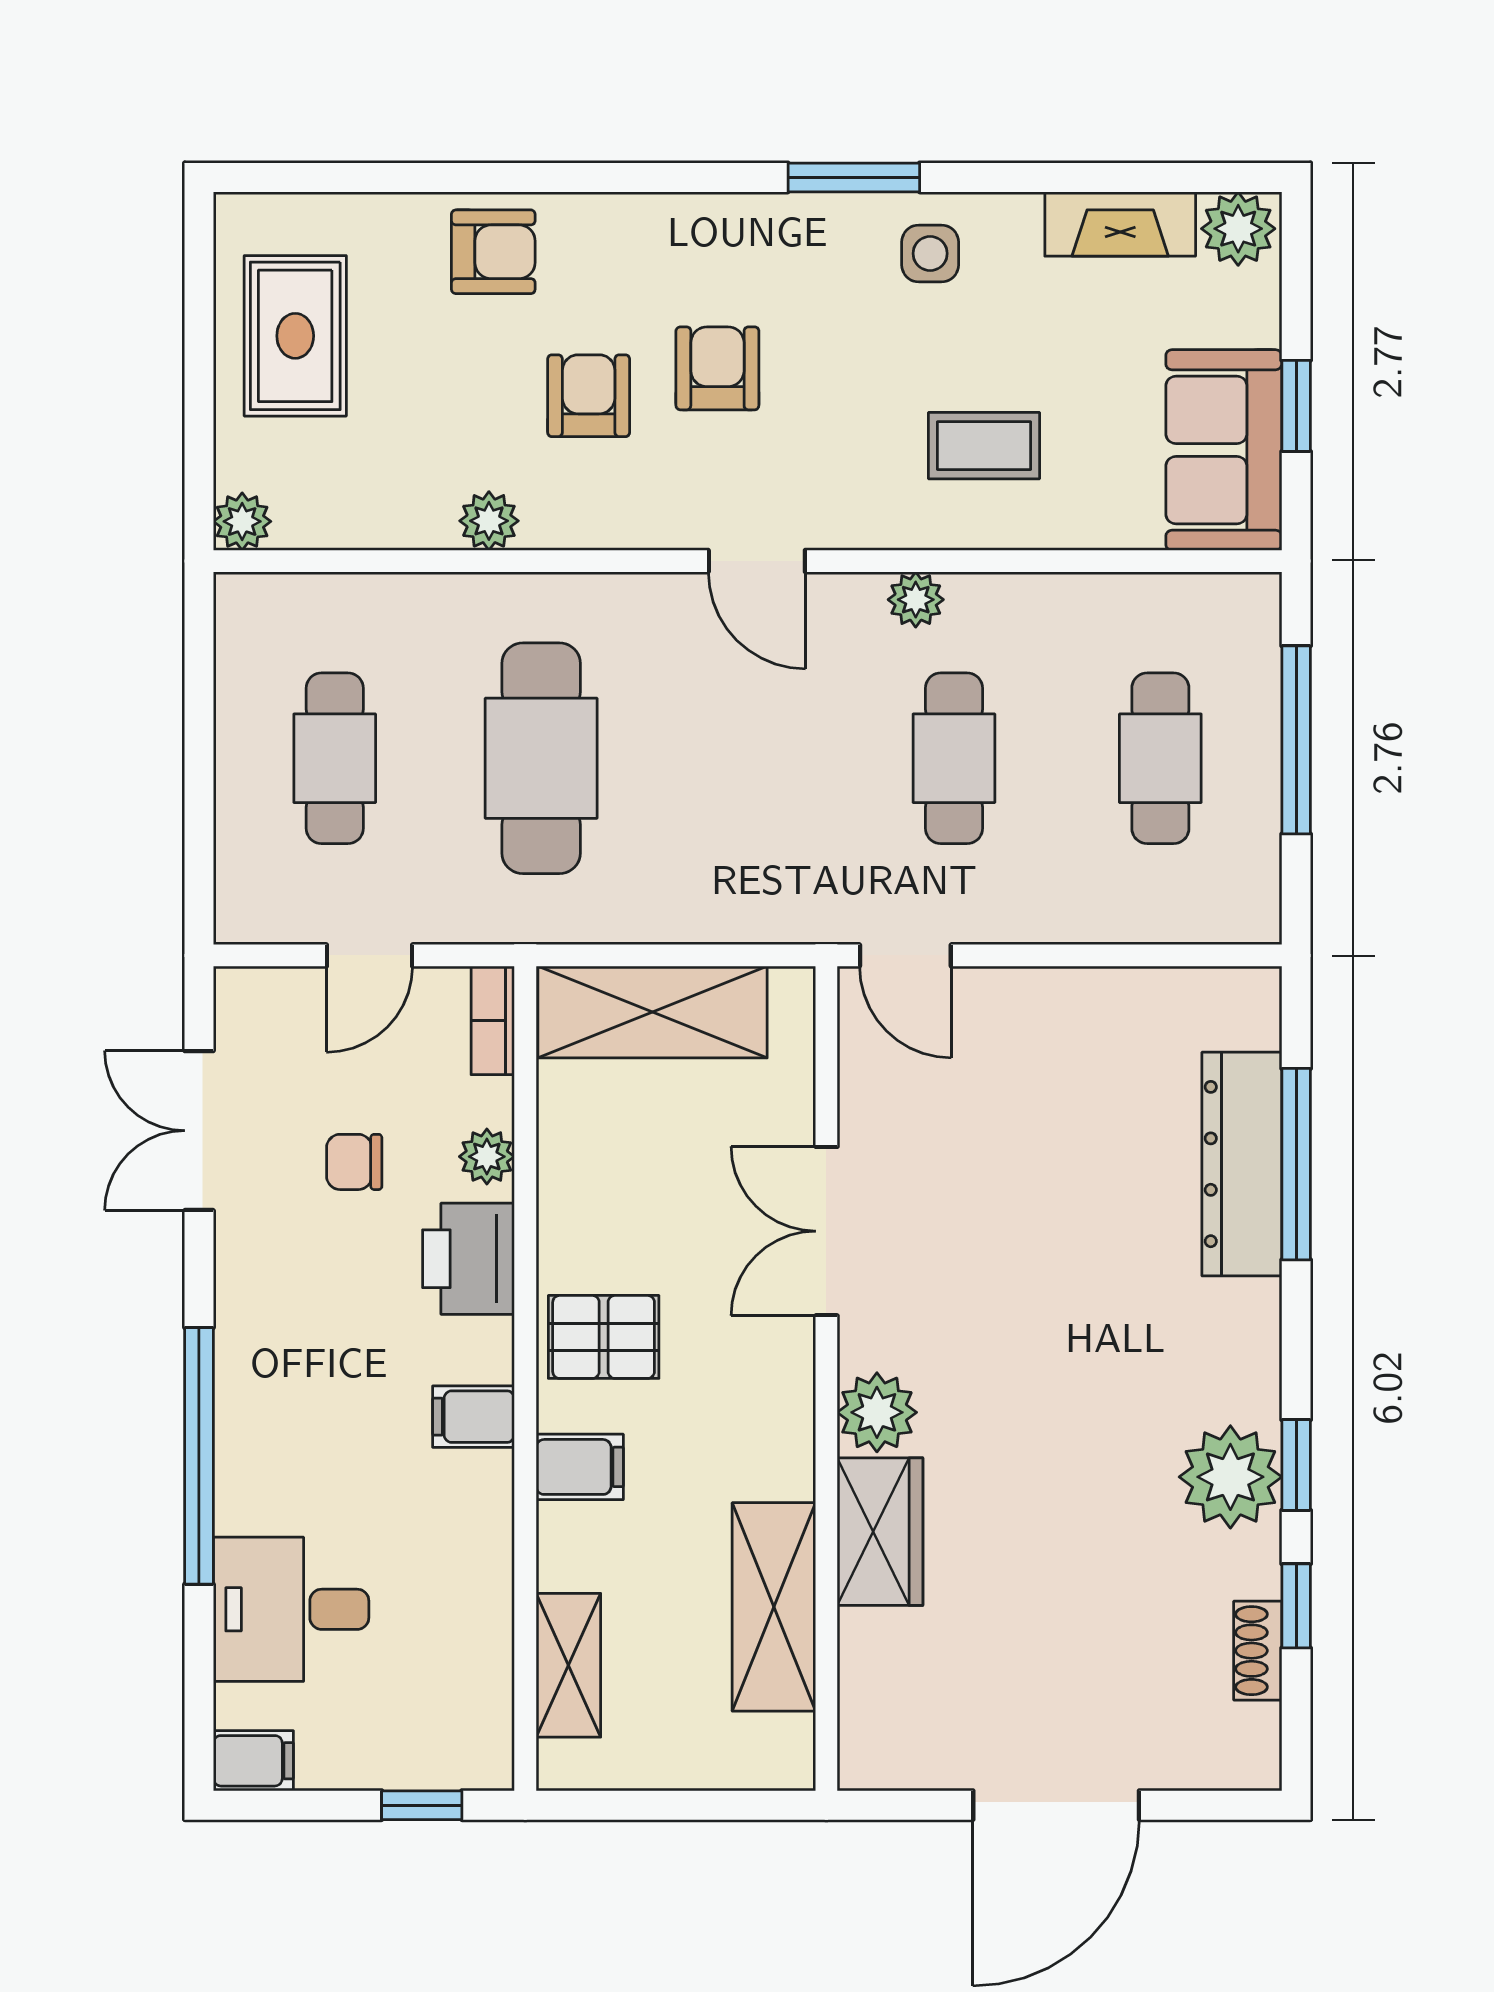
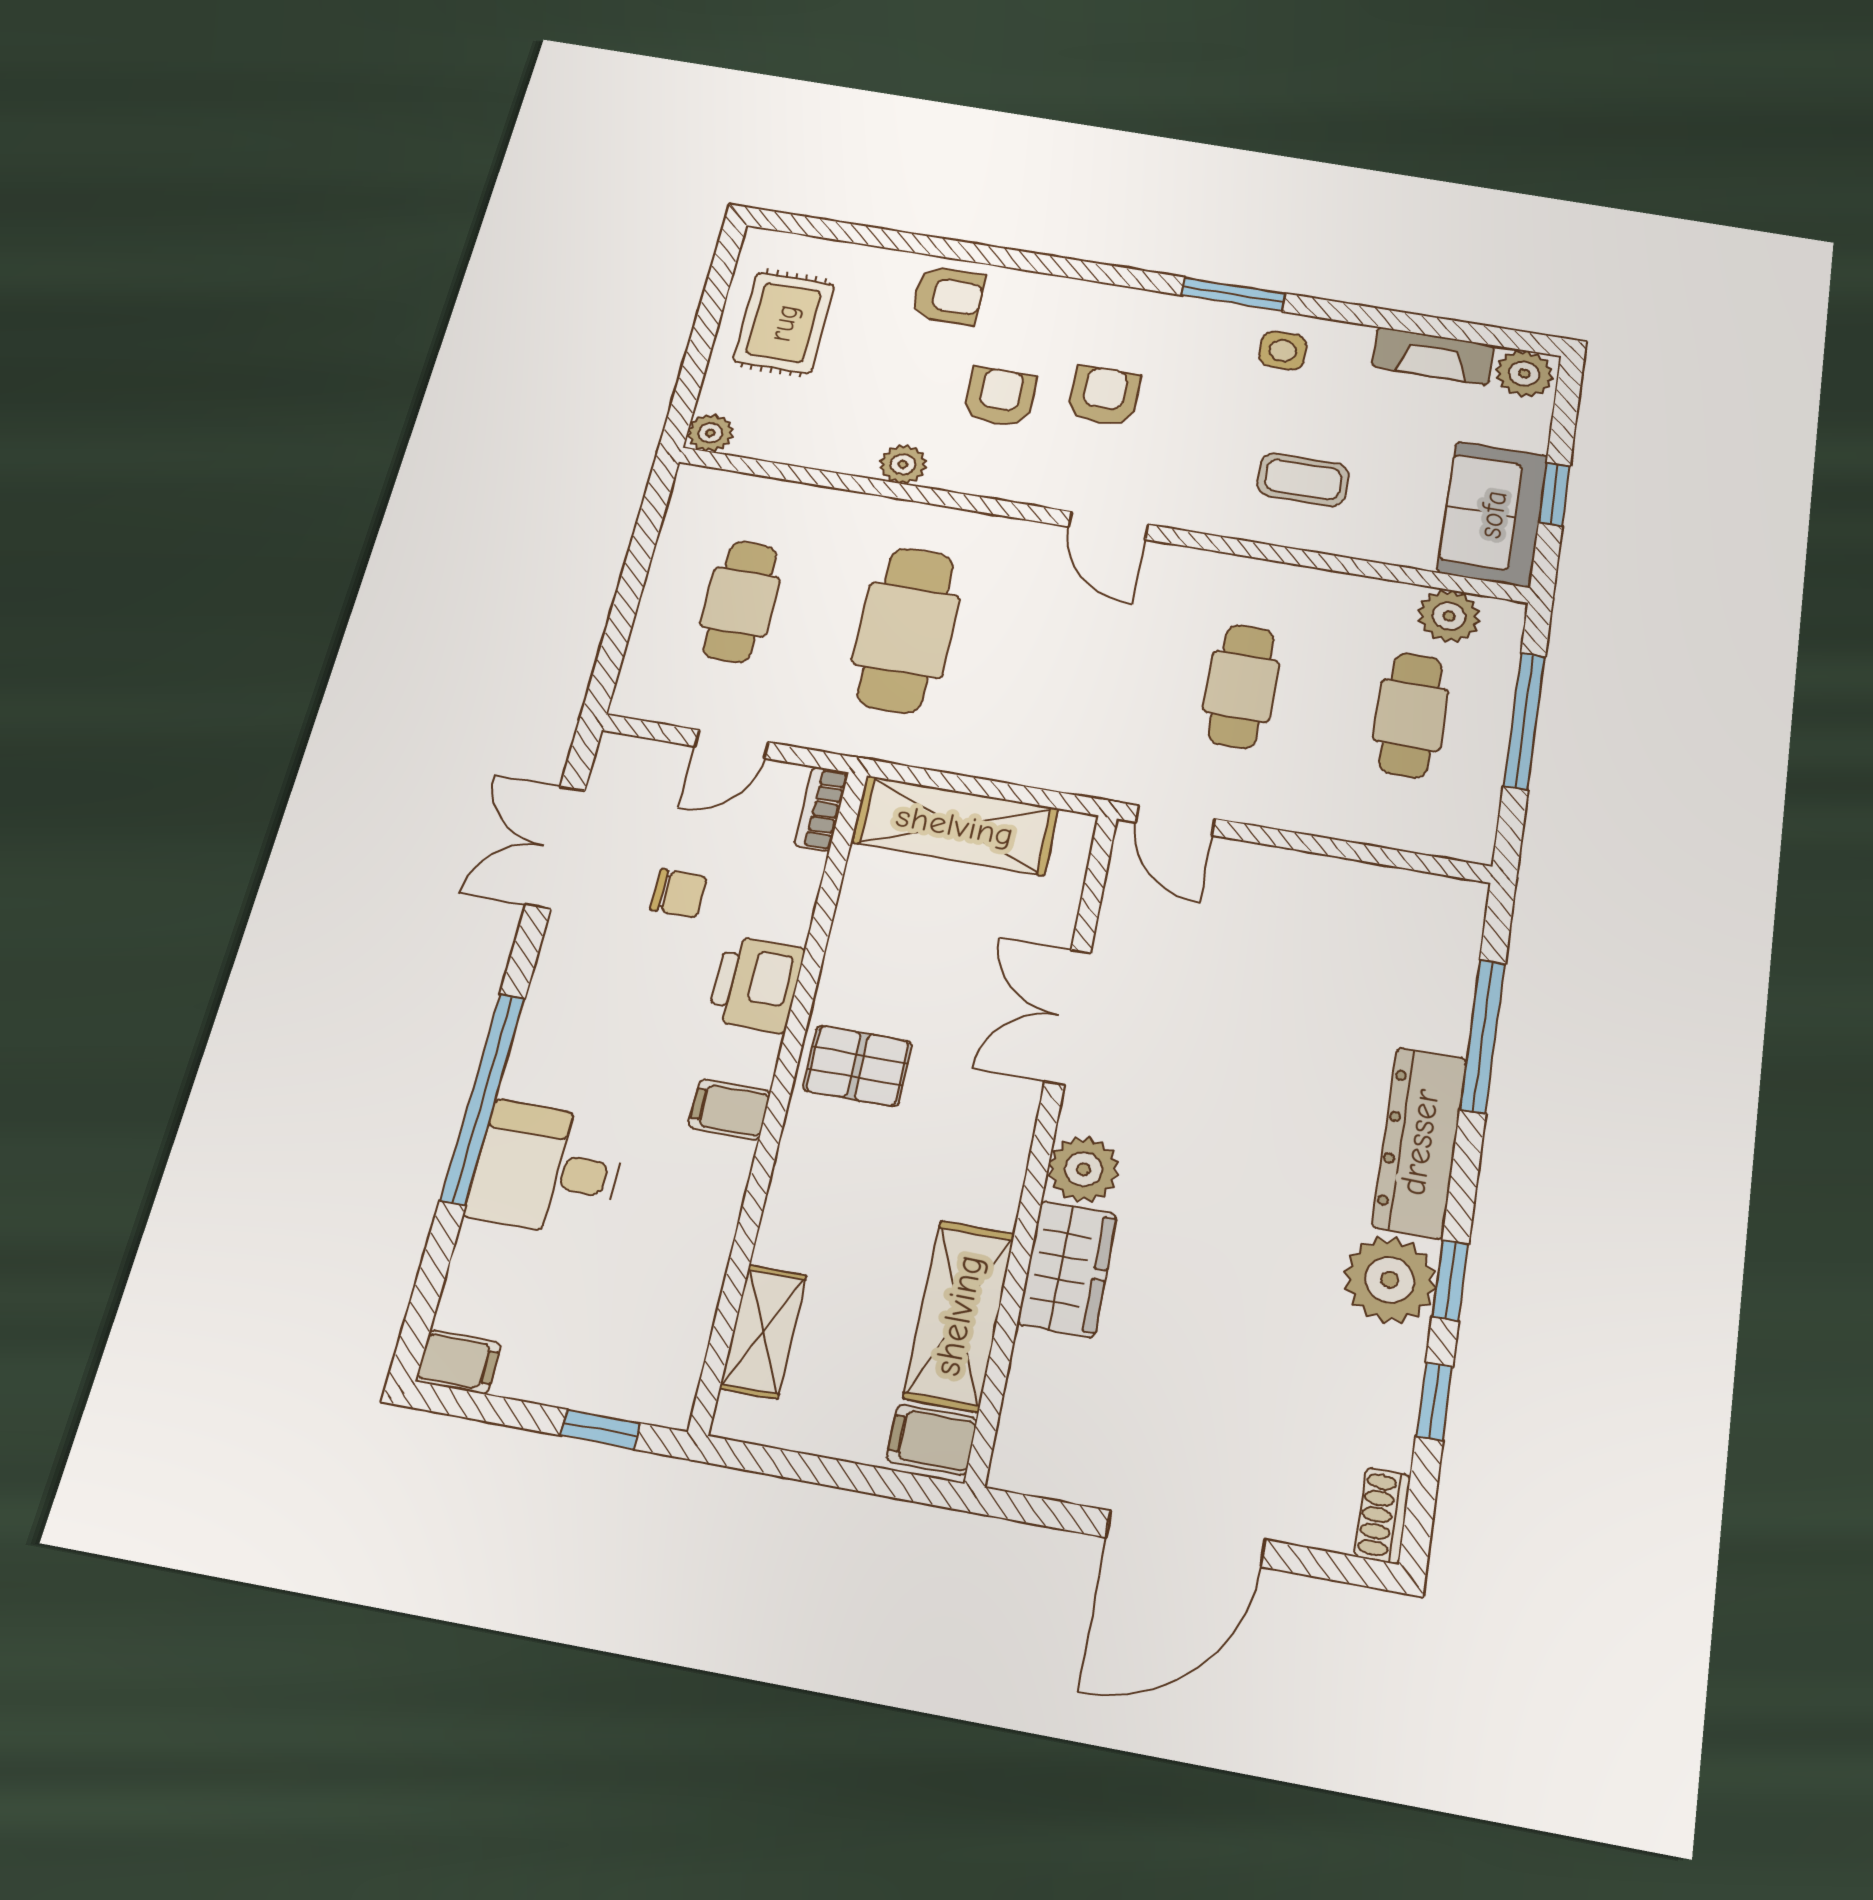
plant: (916, 600) -> (1449, 616), moved, width x1.38, depth x1.38
plant: (487, 1157) -> (791, 909), removed
chair: (354, 1162) -> (679, 893), turned 180
dresser: (1242, 1164) -> (1420, 1142), moved
filing cabinet: (580, 1467) -> (932, 1440), moved, turned 180
desk: (291, 1609) -> (547, 1169), moved
shoe rack: (1258, 1651) -> (1383, 1516), moved

